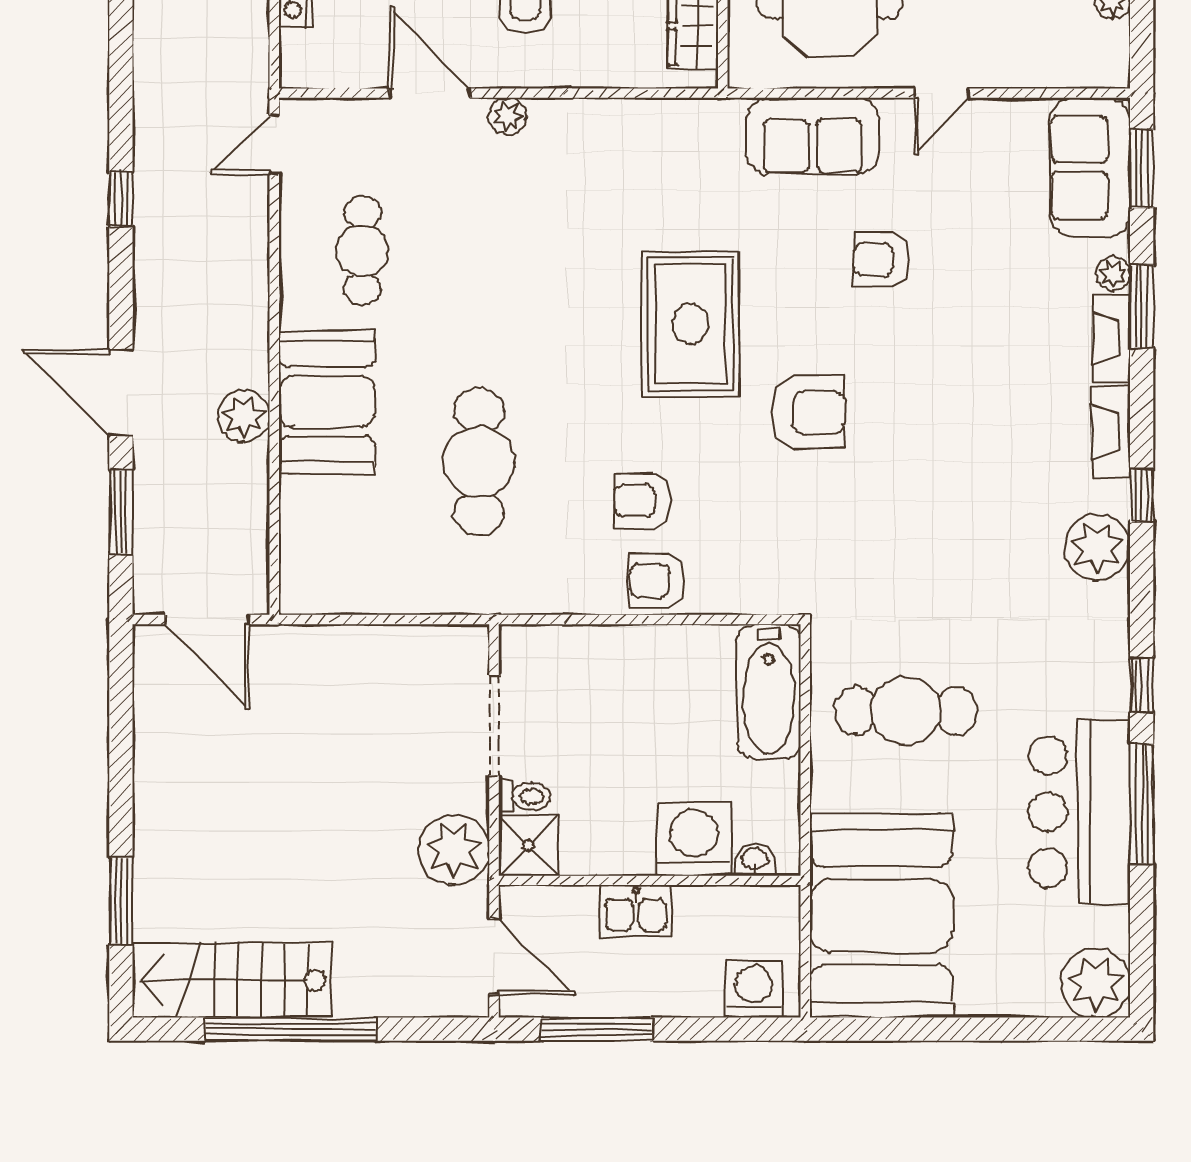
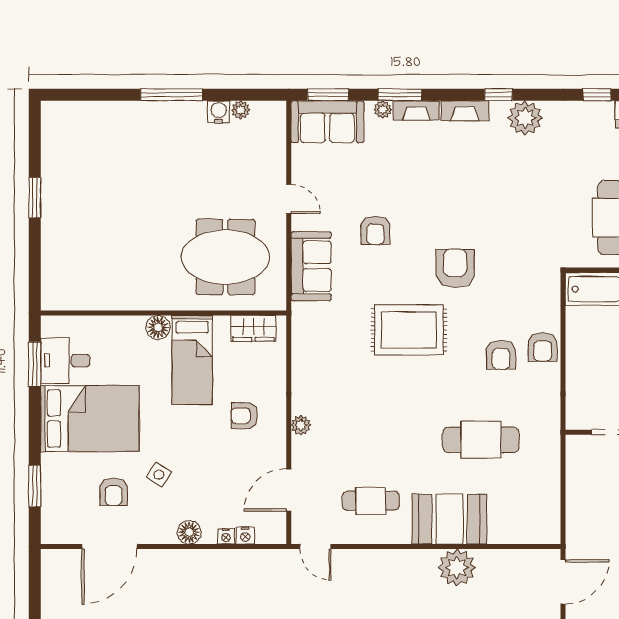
door: (430, 93) -> (289, 490), moved
plant: (244, 416) -> (457, 568), width x1.36, depth x1.36

